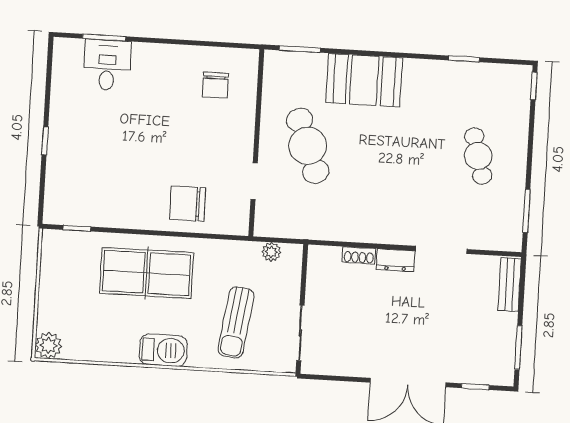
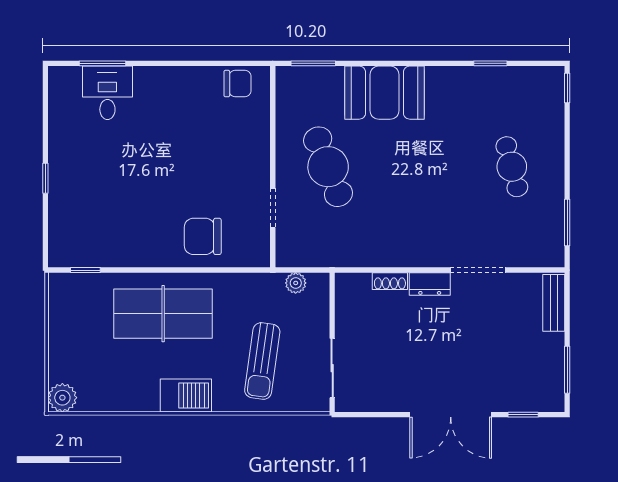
chair: (215, 85) -> (238, 84), moved, turned -90

